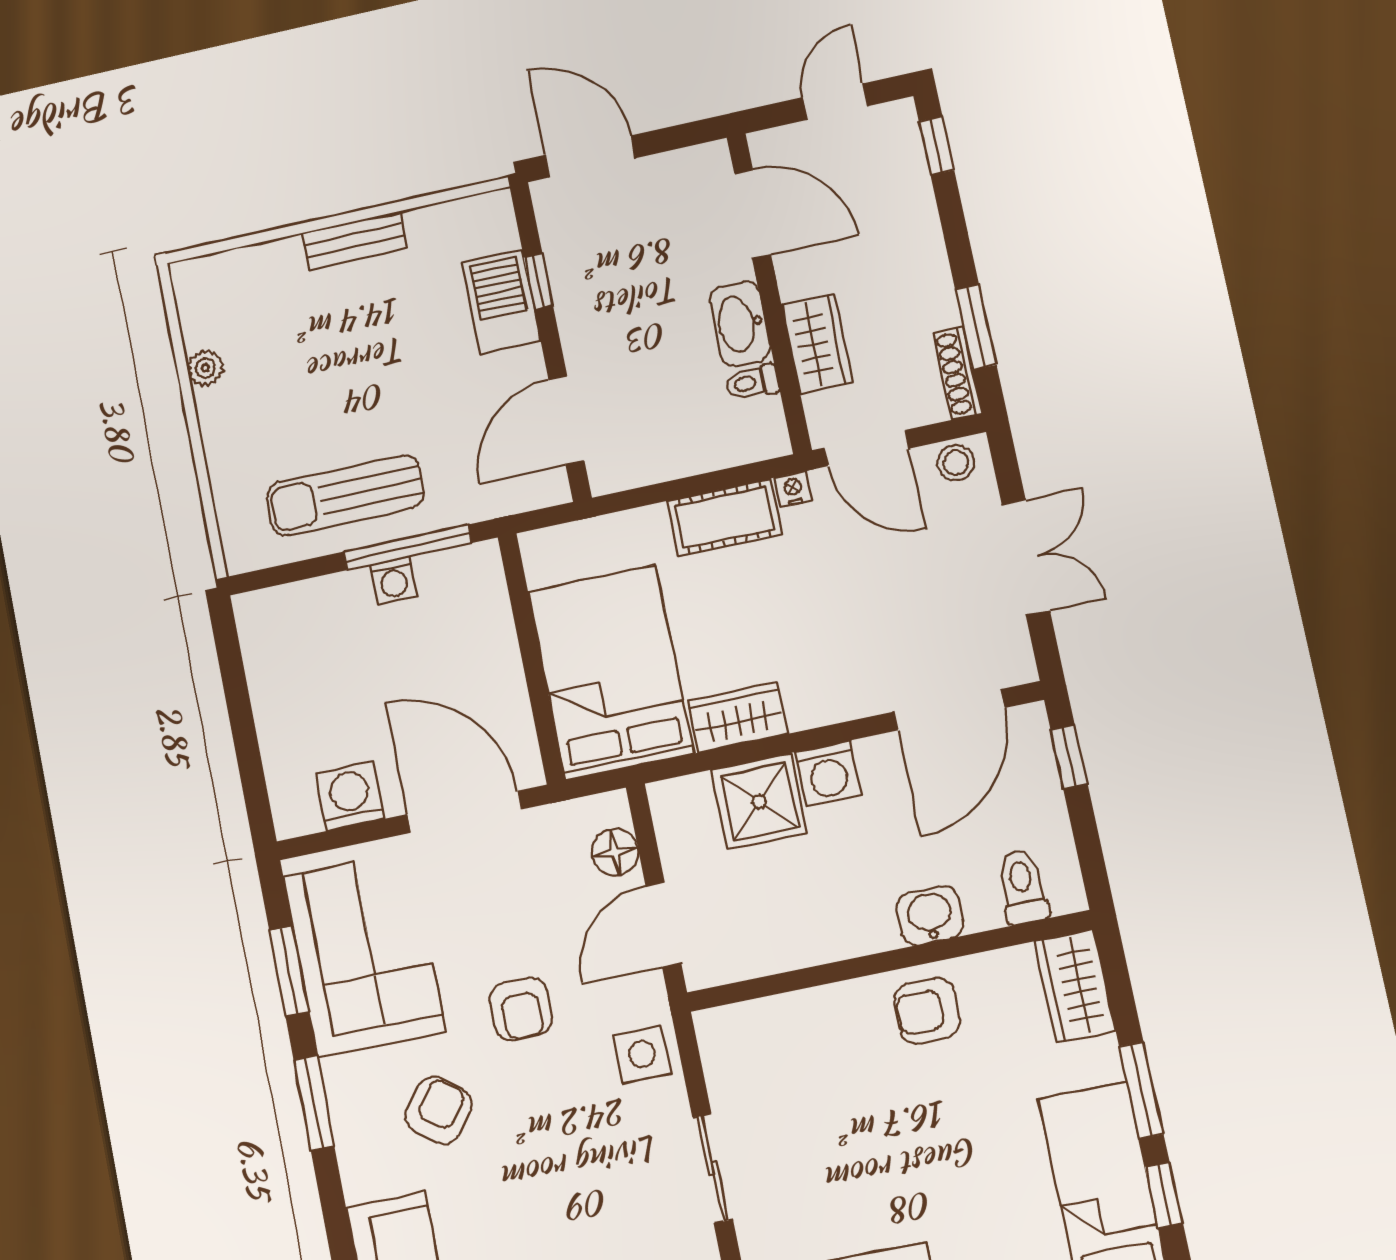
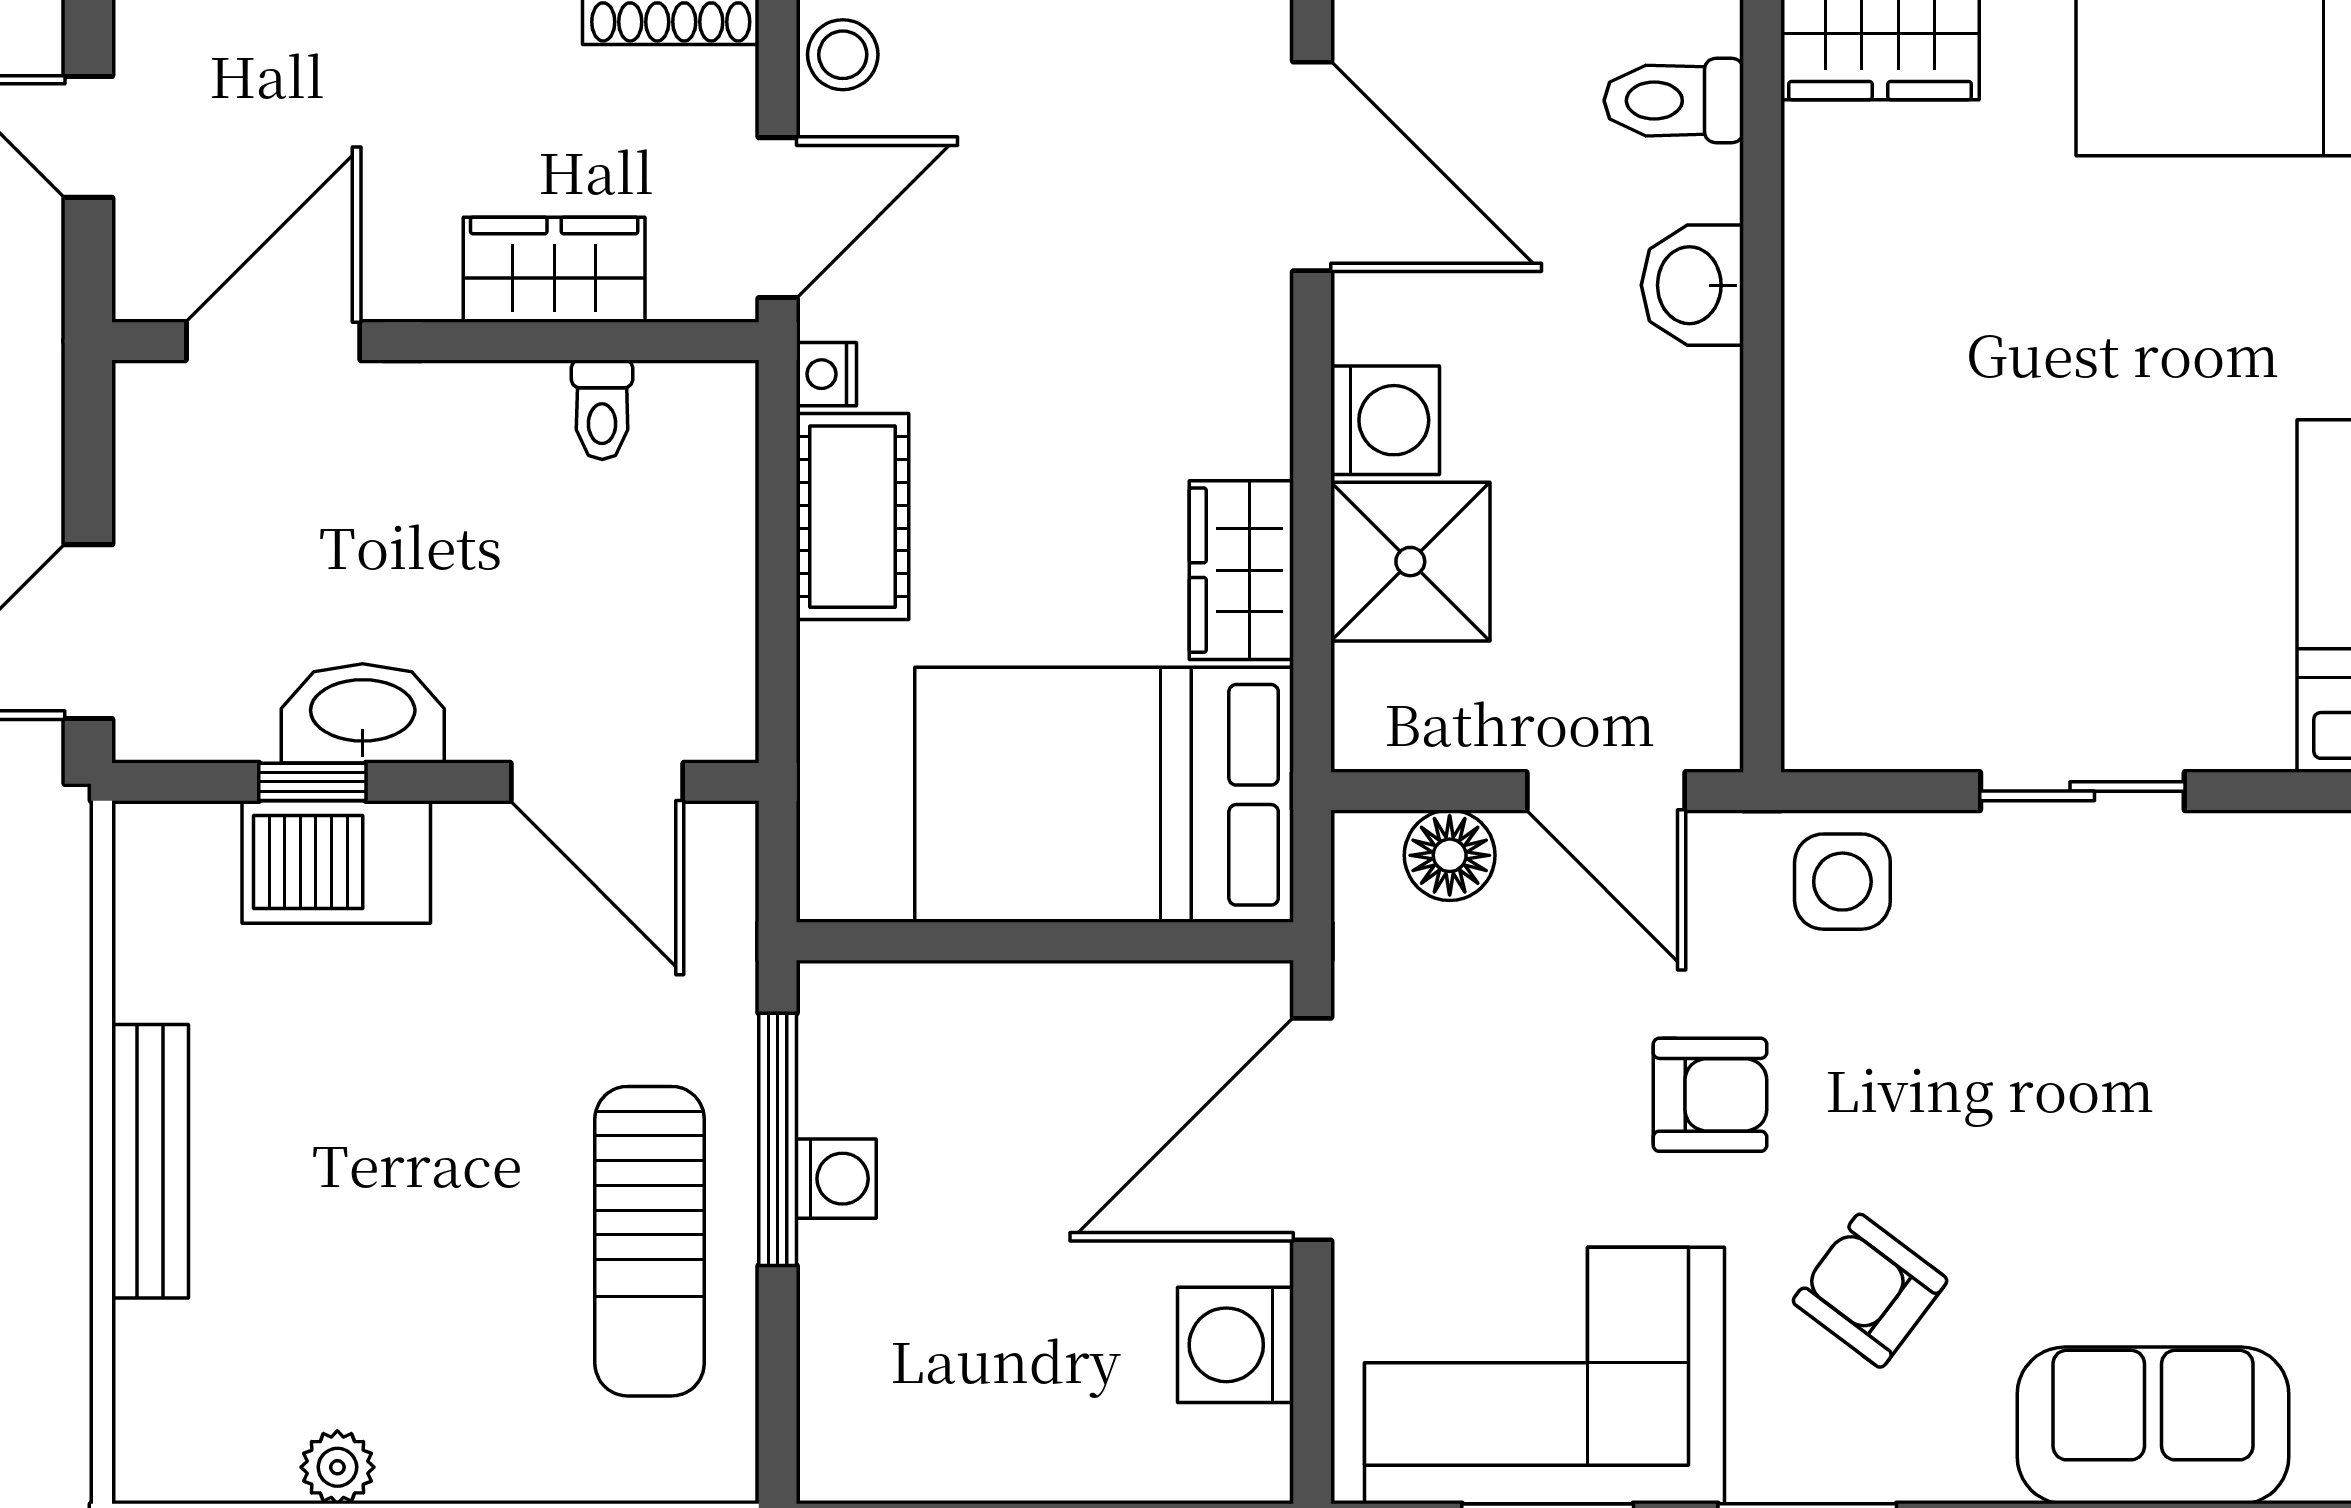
bench: (355, 240) -> (150, 1161), width x1.36
washbasin: (740, 324) -> (363, 713), moved, turned 180
armchair: (927, 1011) -> (1870, 328), removed

